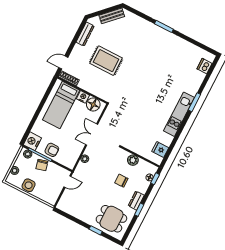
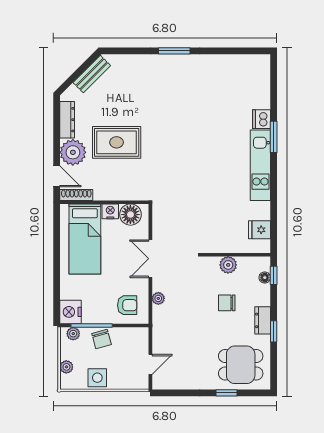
plant: (79, 54) -> (73, 152), added
door: (63, 62) -> (57, 176), swing flipped
dishwasher: (204, 66) -> (261, 119), moved
armchair: (52, 150) -> (127, 305), moved
door: (67, 182) -> (150, 364), moved

